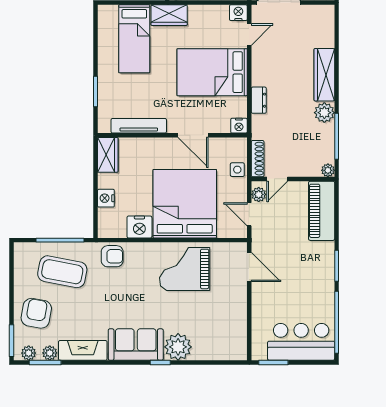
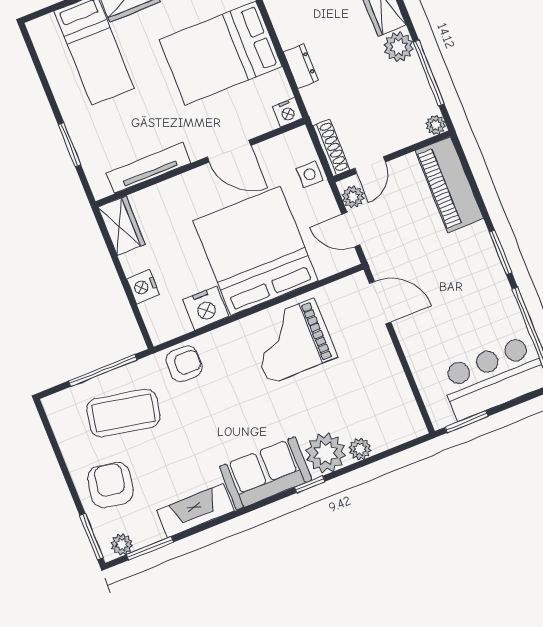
plant: (50, 353) -> (360, 449), moved

